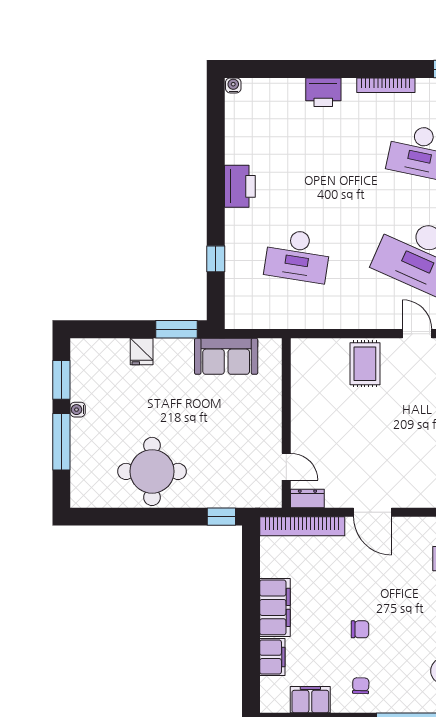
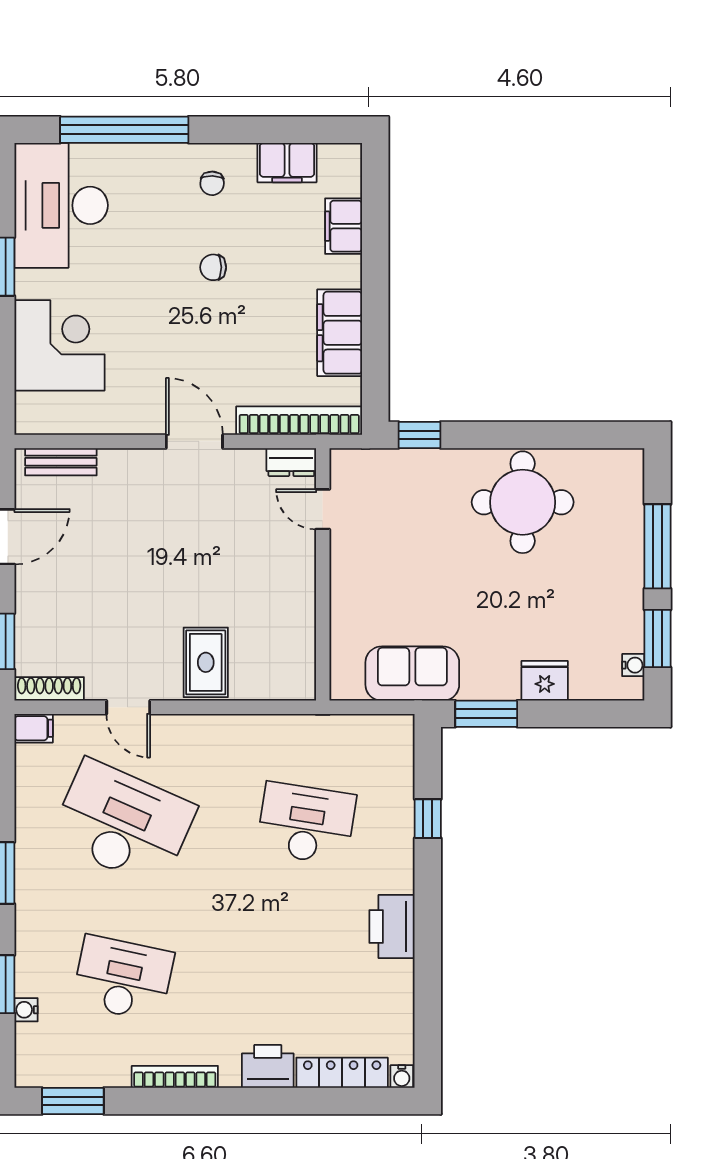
locker: (273, 88) -> (342, 1073), added
fridge: (142, 351) -> (545, 681), width x1.38
water cooler: (78, 410) -> (633, 665), moved
filing cabinet: (275, 607) -> (340, 333), moved

